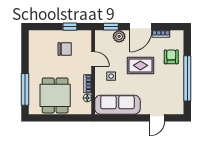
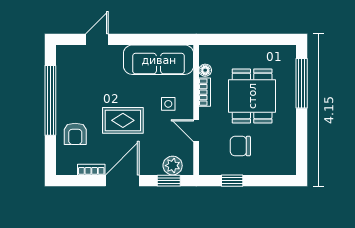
plant: (119, 36) -> (173, 166), moved
dining table: (55, 95) -> (252, 96), moved

